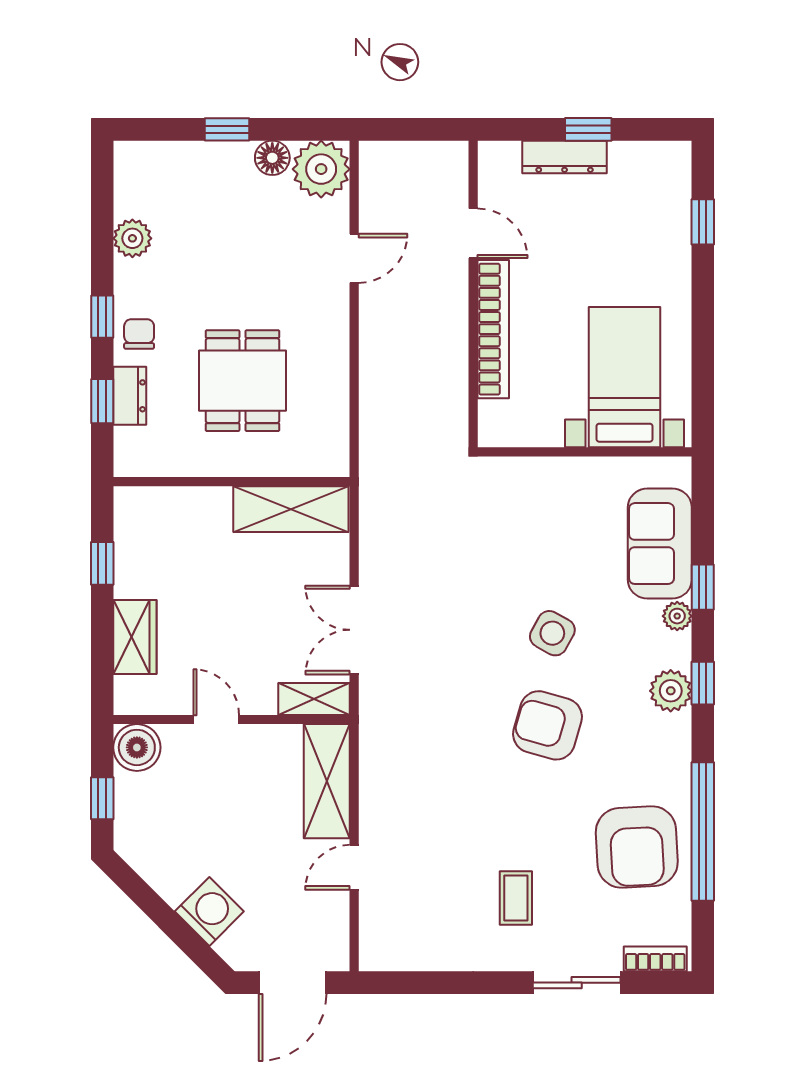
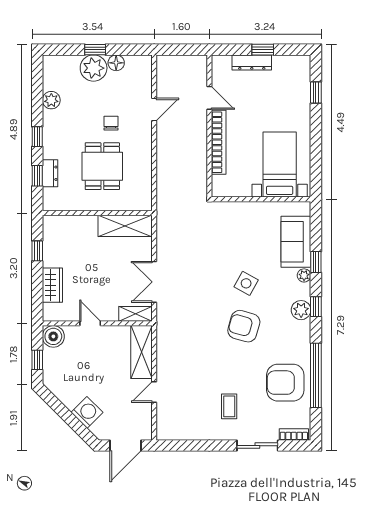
plant: (321, 169) -> (94, 68), moved
chair: (139, 334) -> (111, 123), moved
armchair: (637, 847) -> (285, 383), turned 93

